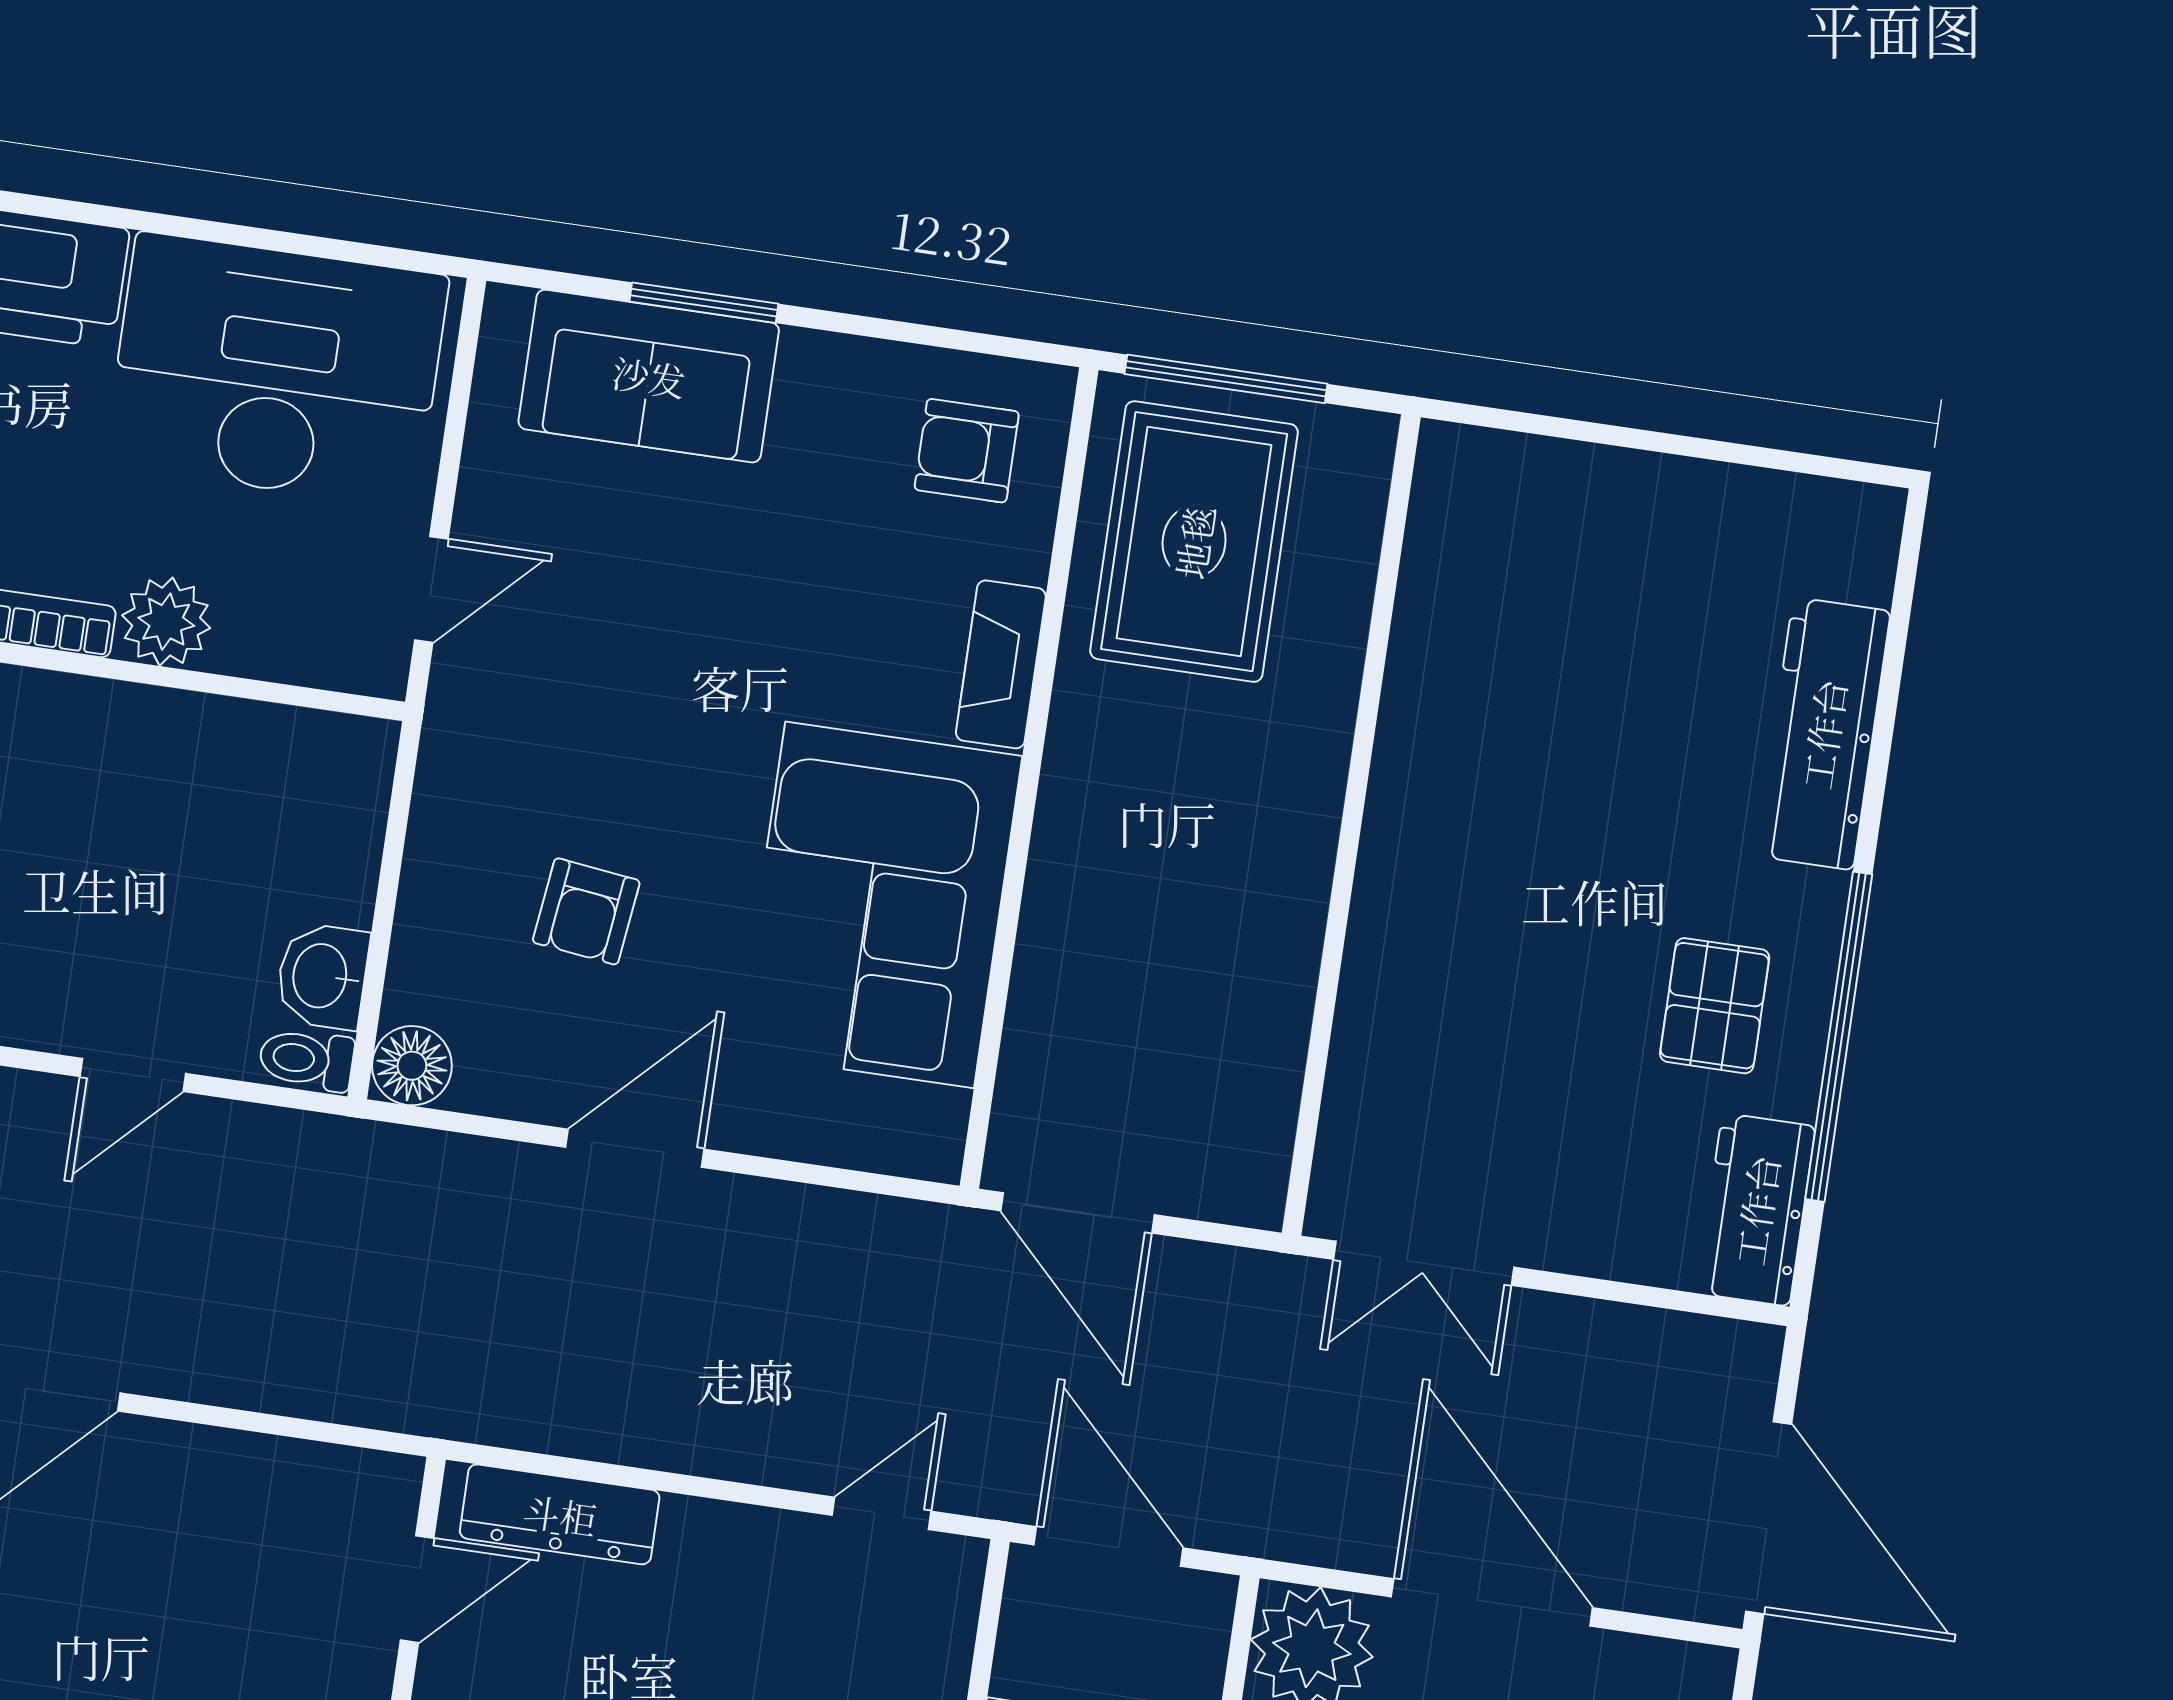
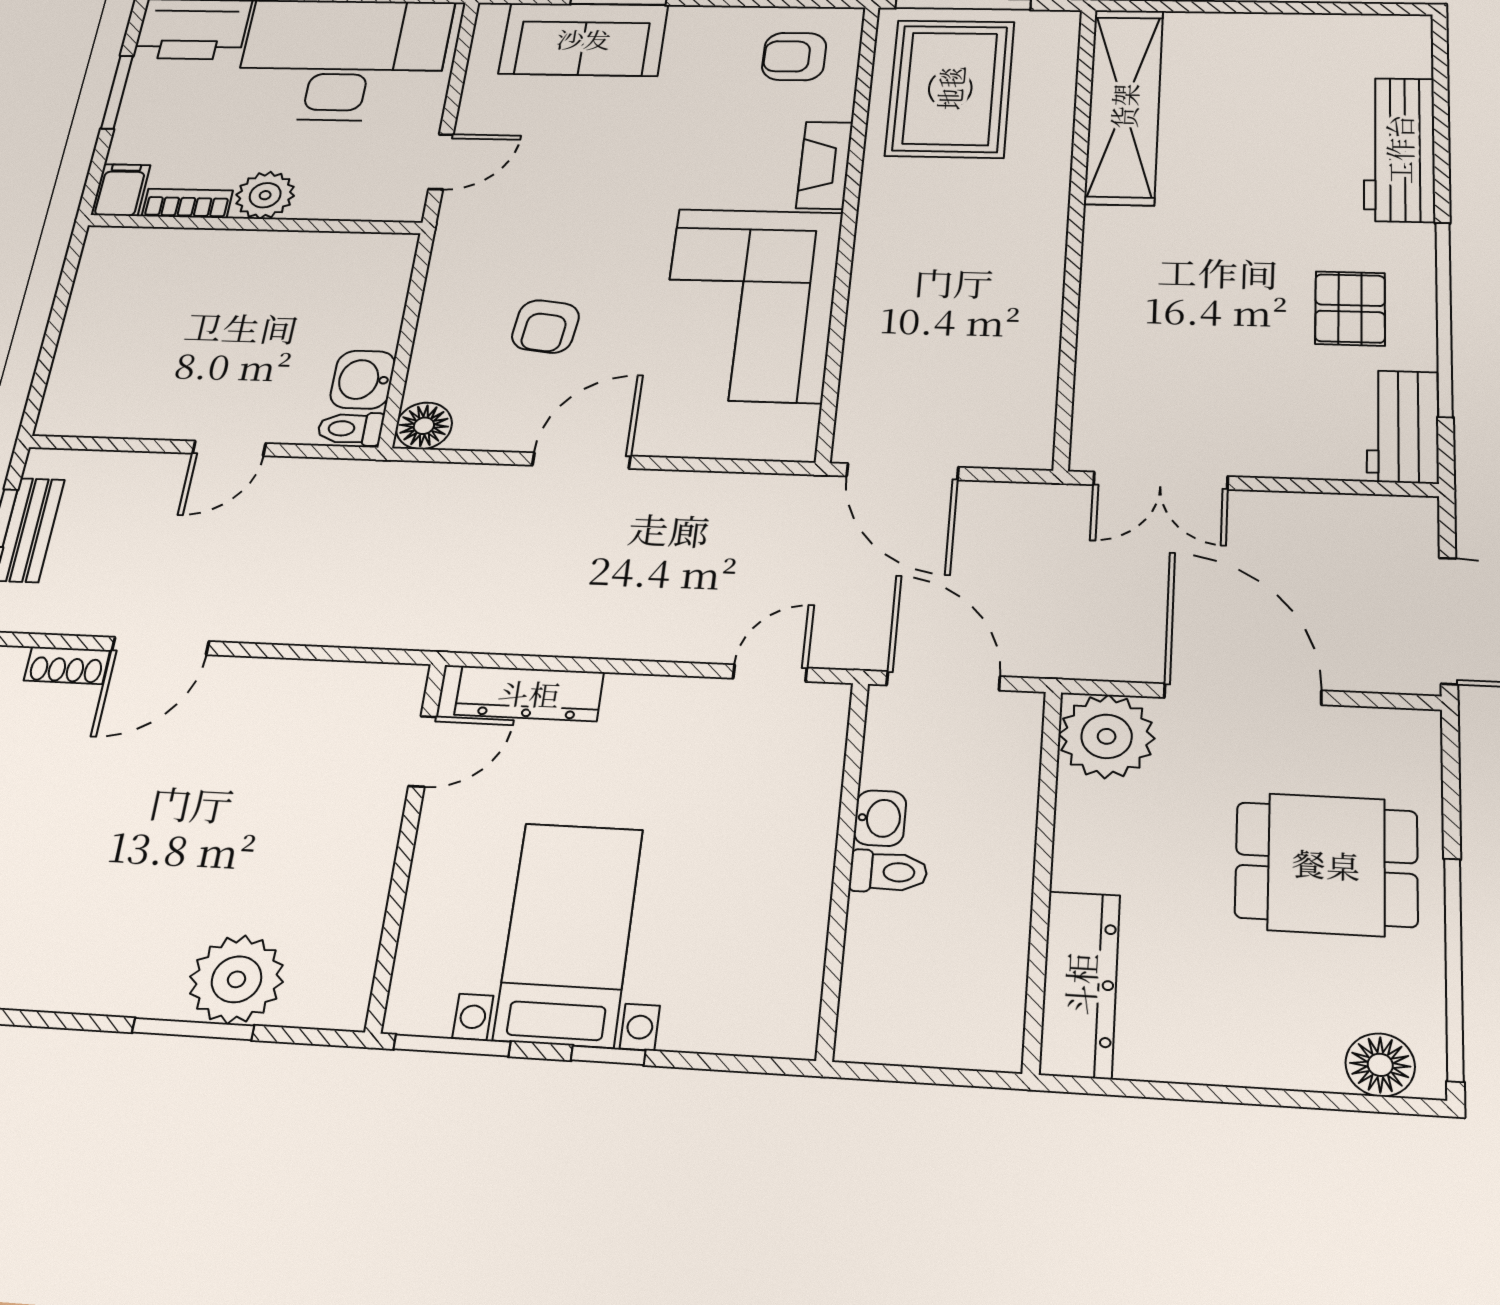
shelving: (1444, 606) -> (1124, 106), added

